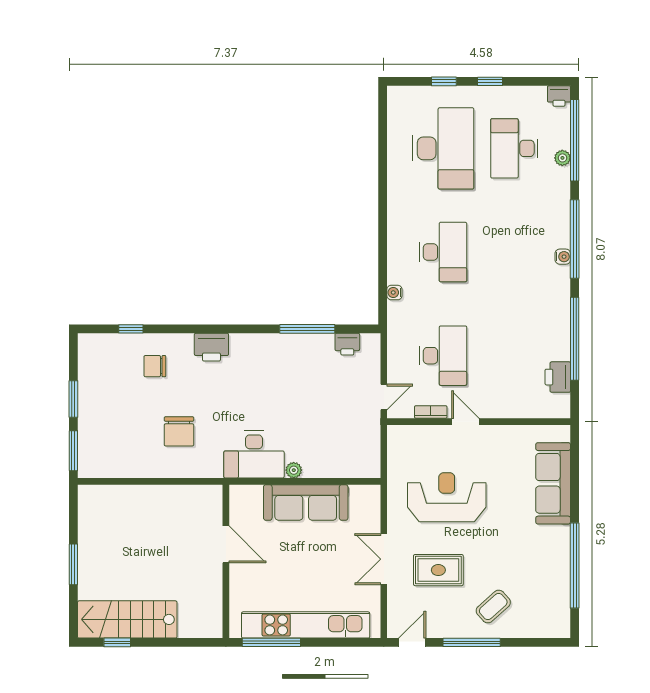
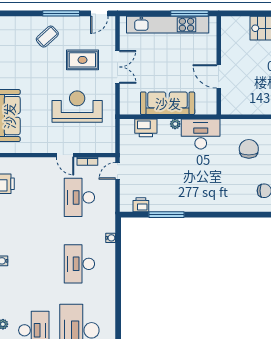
printer: (211, 347) -> (146, 128), moved, turned 180
reception desk: (447, 497) -> (77, 107), turned 180

